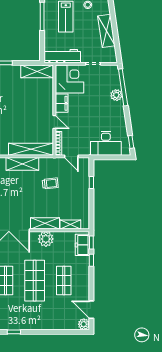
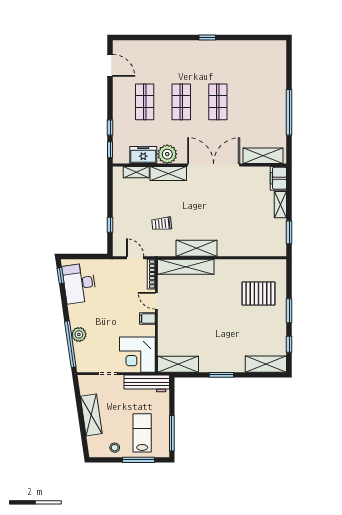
filing cabinet: (62, 103) -> (147, 318), width x0.50
desk: (106, 143) -> (79, 283), moved, turned -98
freezer: (82, 245) -> (143, 155), moved, turned -90
shop shelf: (35, 281) -> (181, 102), width x0.70, depth x0.74
plant: (84, 324) -> (120, 47), removed

